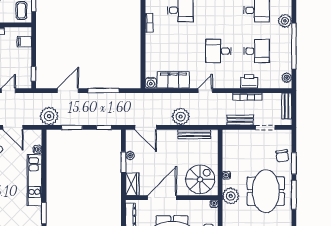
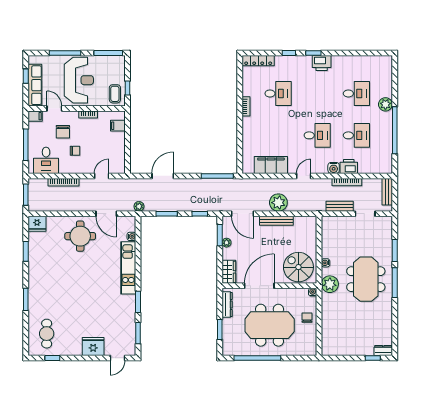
desk: (218, 51) -> (317, 135), turned 180
window: (34, 74) -> (127, 159), removed
plant: (287, 78) -> (387, 163), removed
water cooler: (151, 83) -> (334, 168), moved
window: (104, 91) -> (217, 176), moved
plant: (49, 116) -> (139, 206), width x0.53, depth x0.53
bench: (194, 134) -> (276, 221), moved
chair: (282, 156) -> (383, 243), removed
window: (123, 162) -> (220, 235), moved
spiral stairs: (200, 179) -> (298, 267), turned -90

